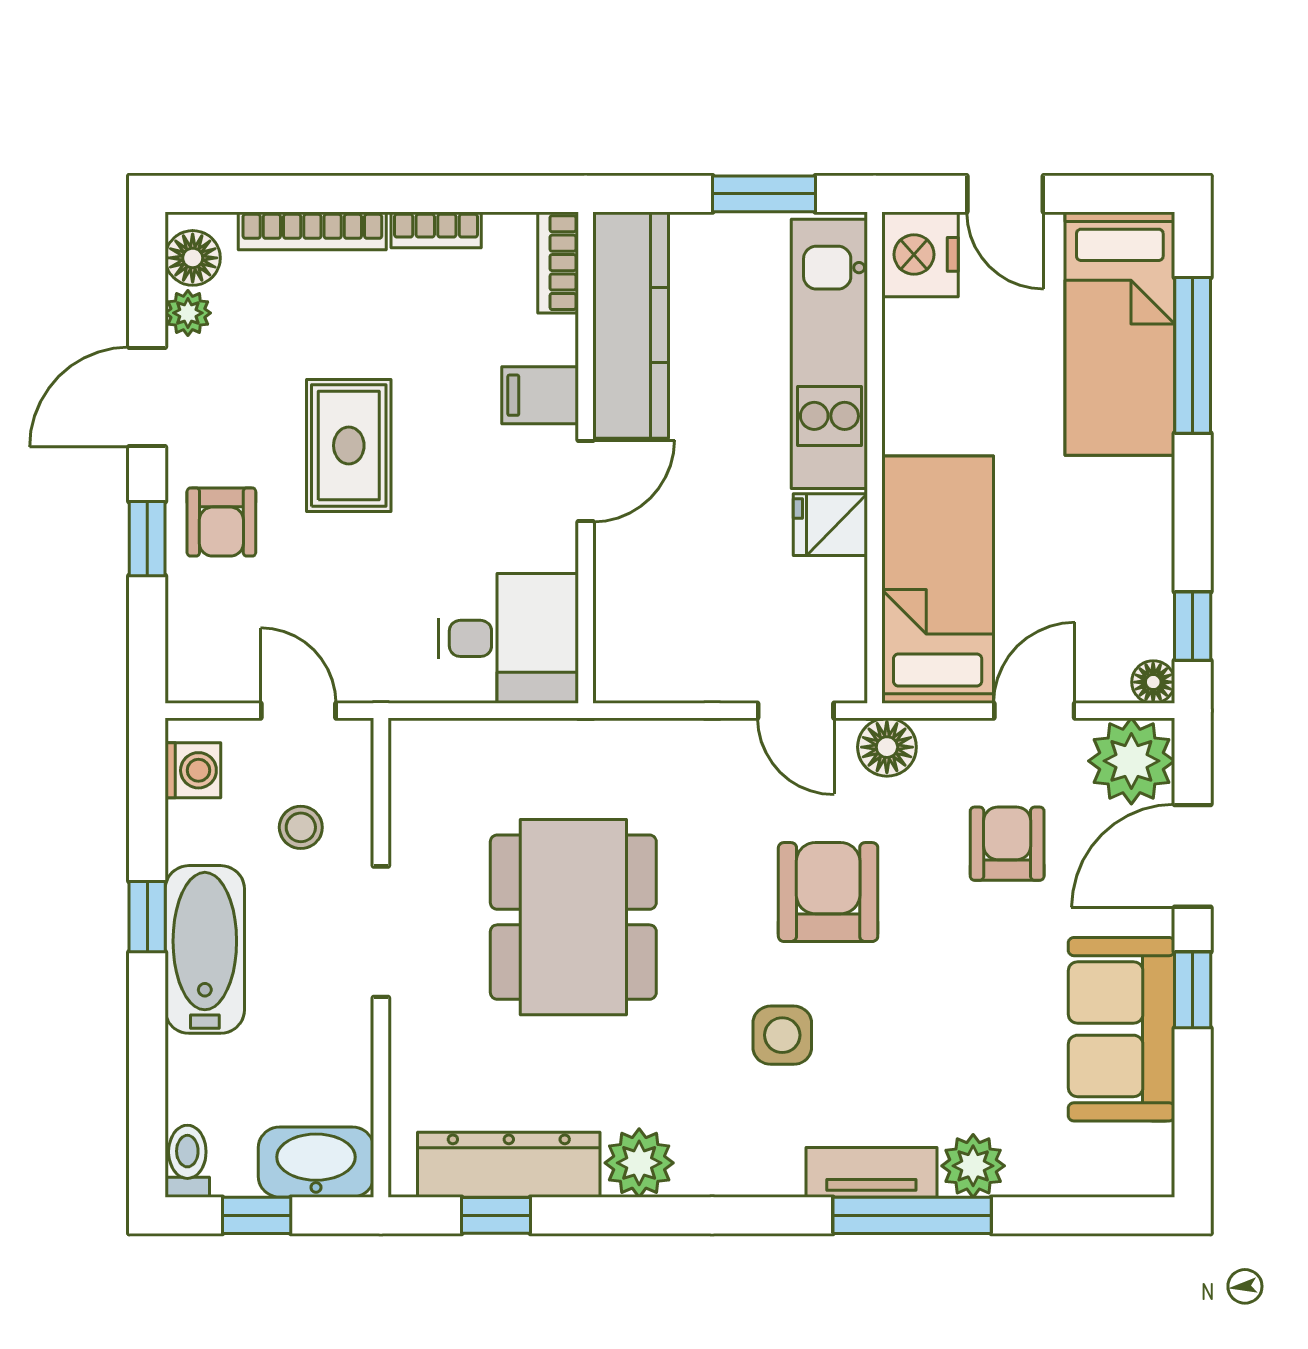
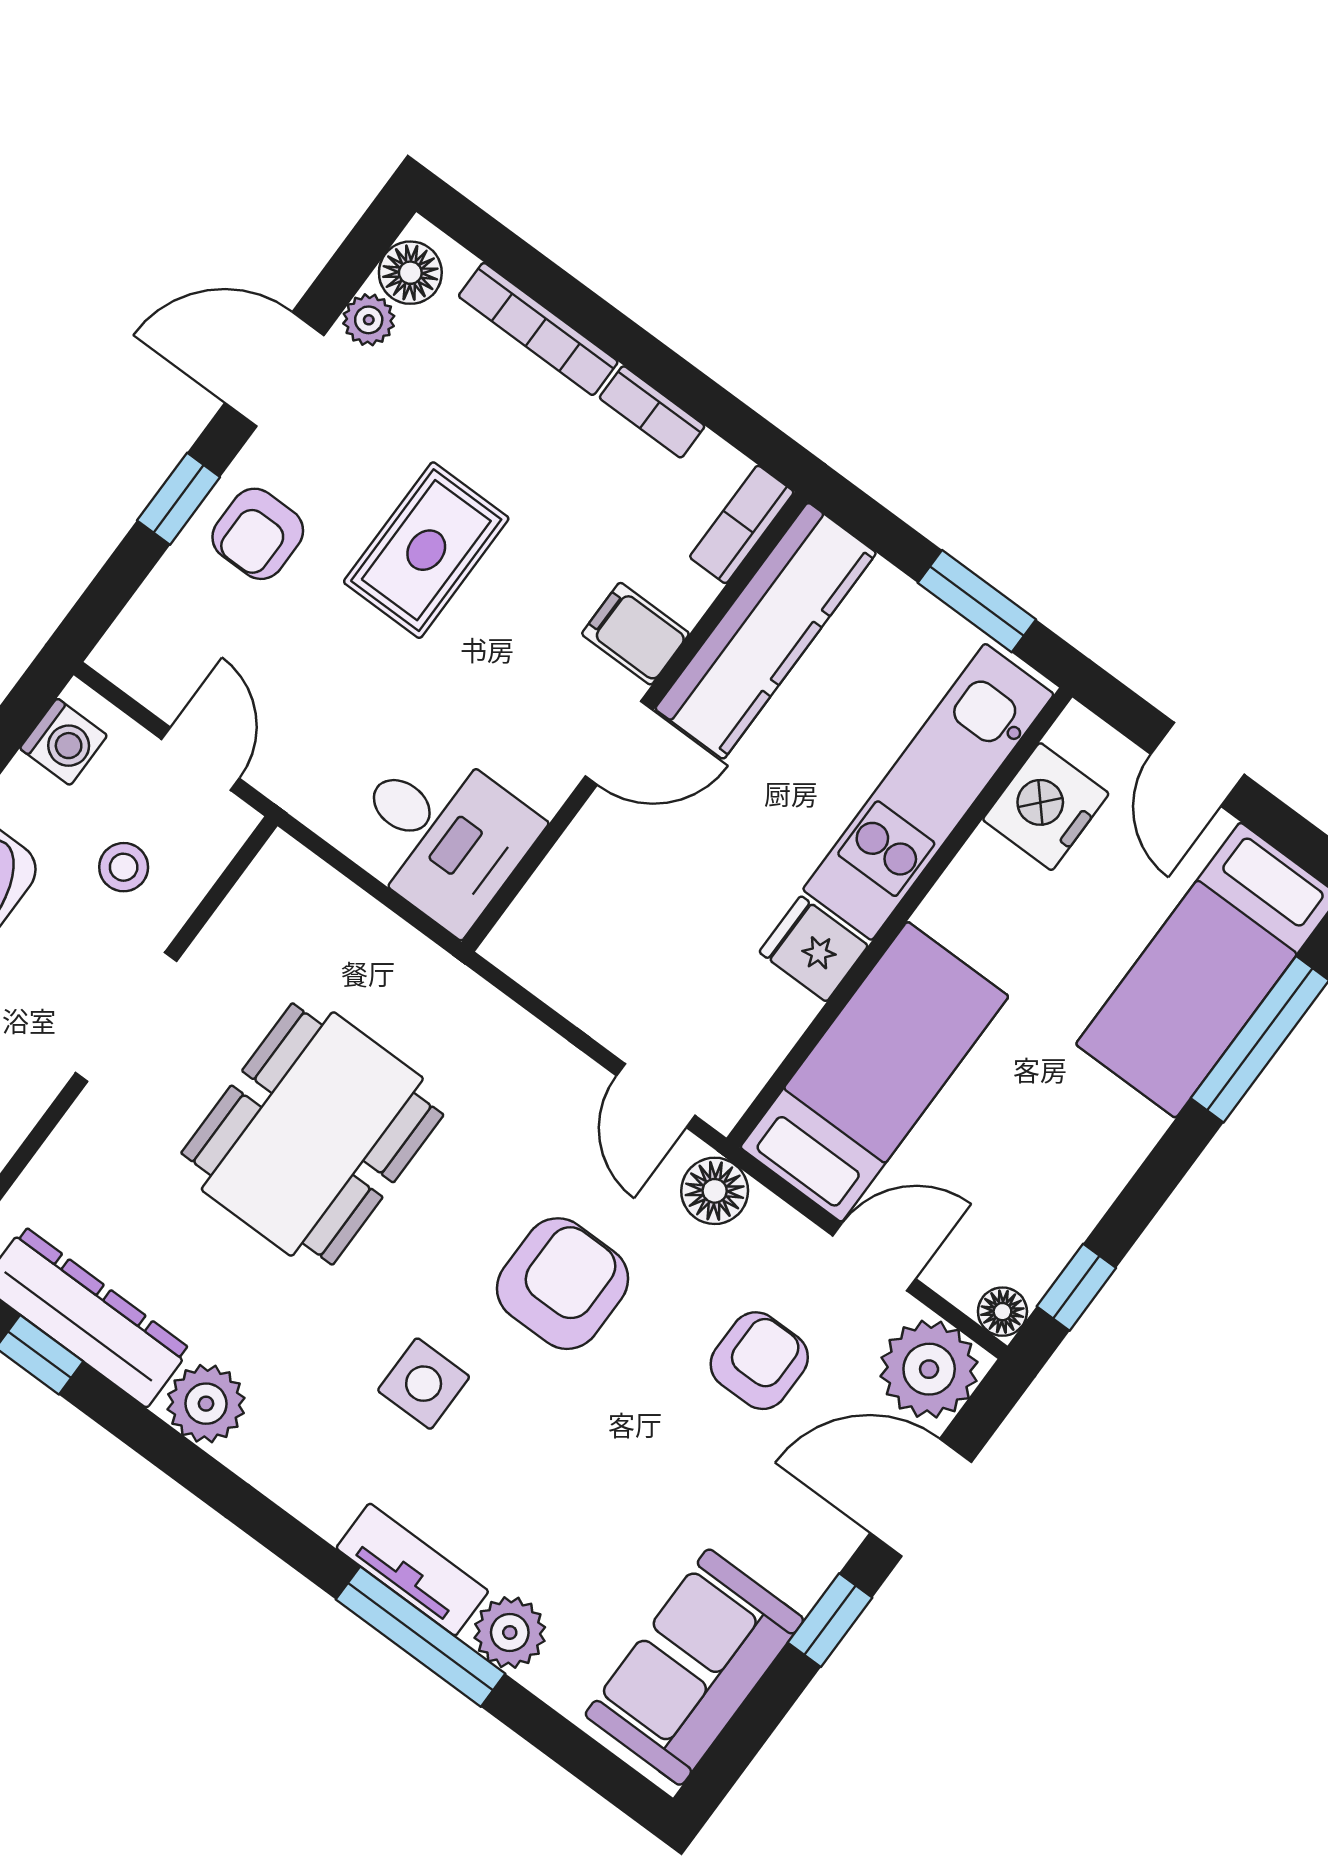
nightstand: (920, 254) -> (1046, 807), moved
sofa: (1121, 1029) -> (694, 1667), moved

